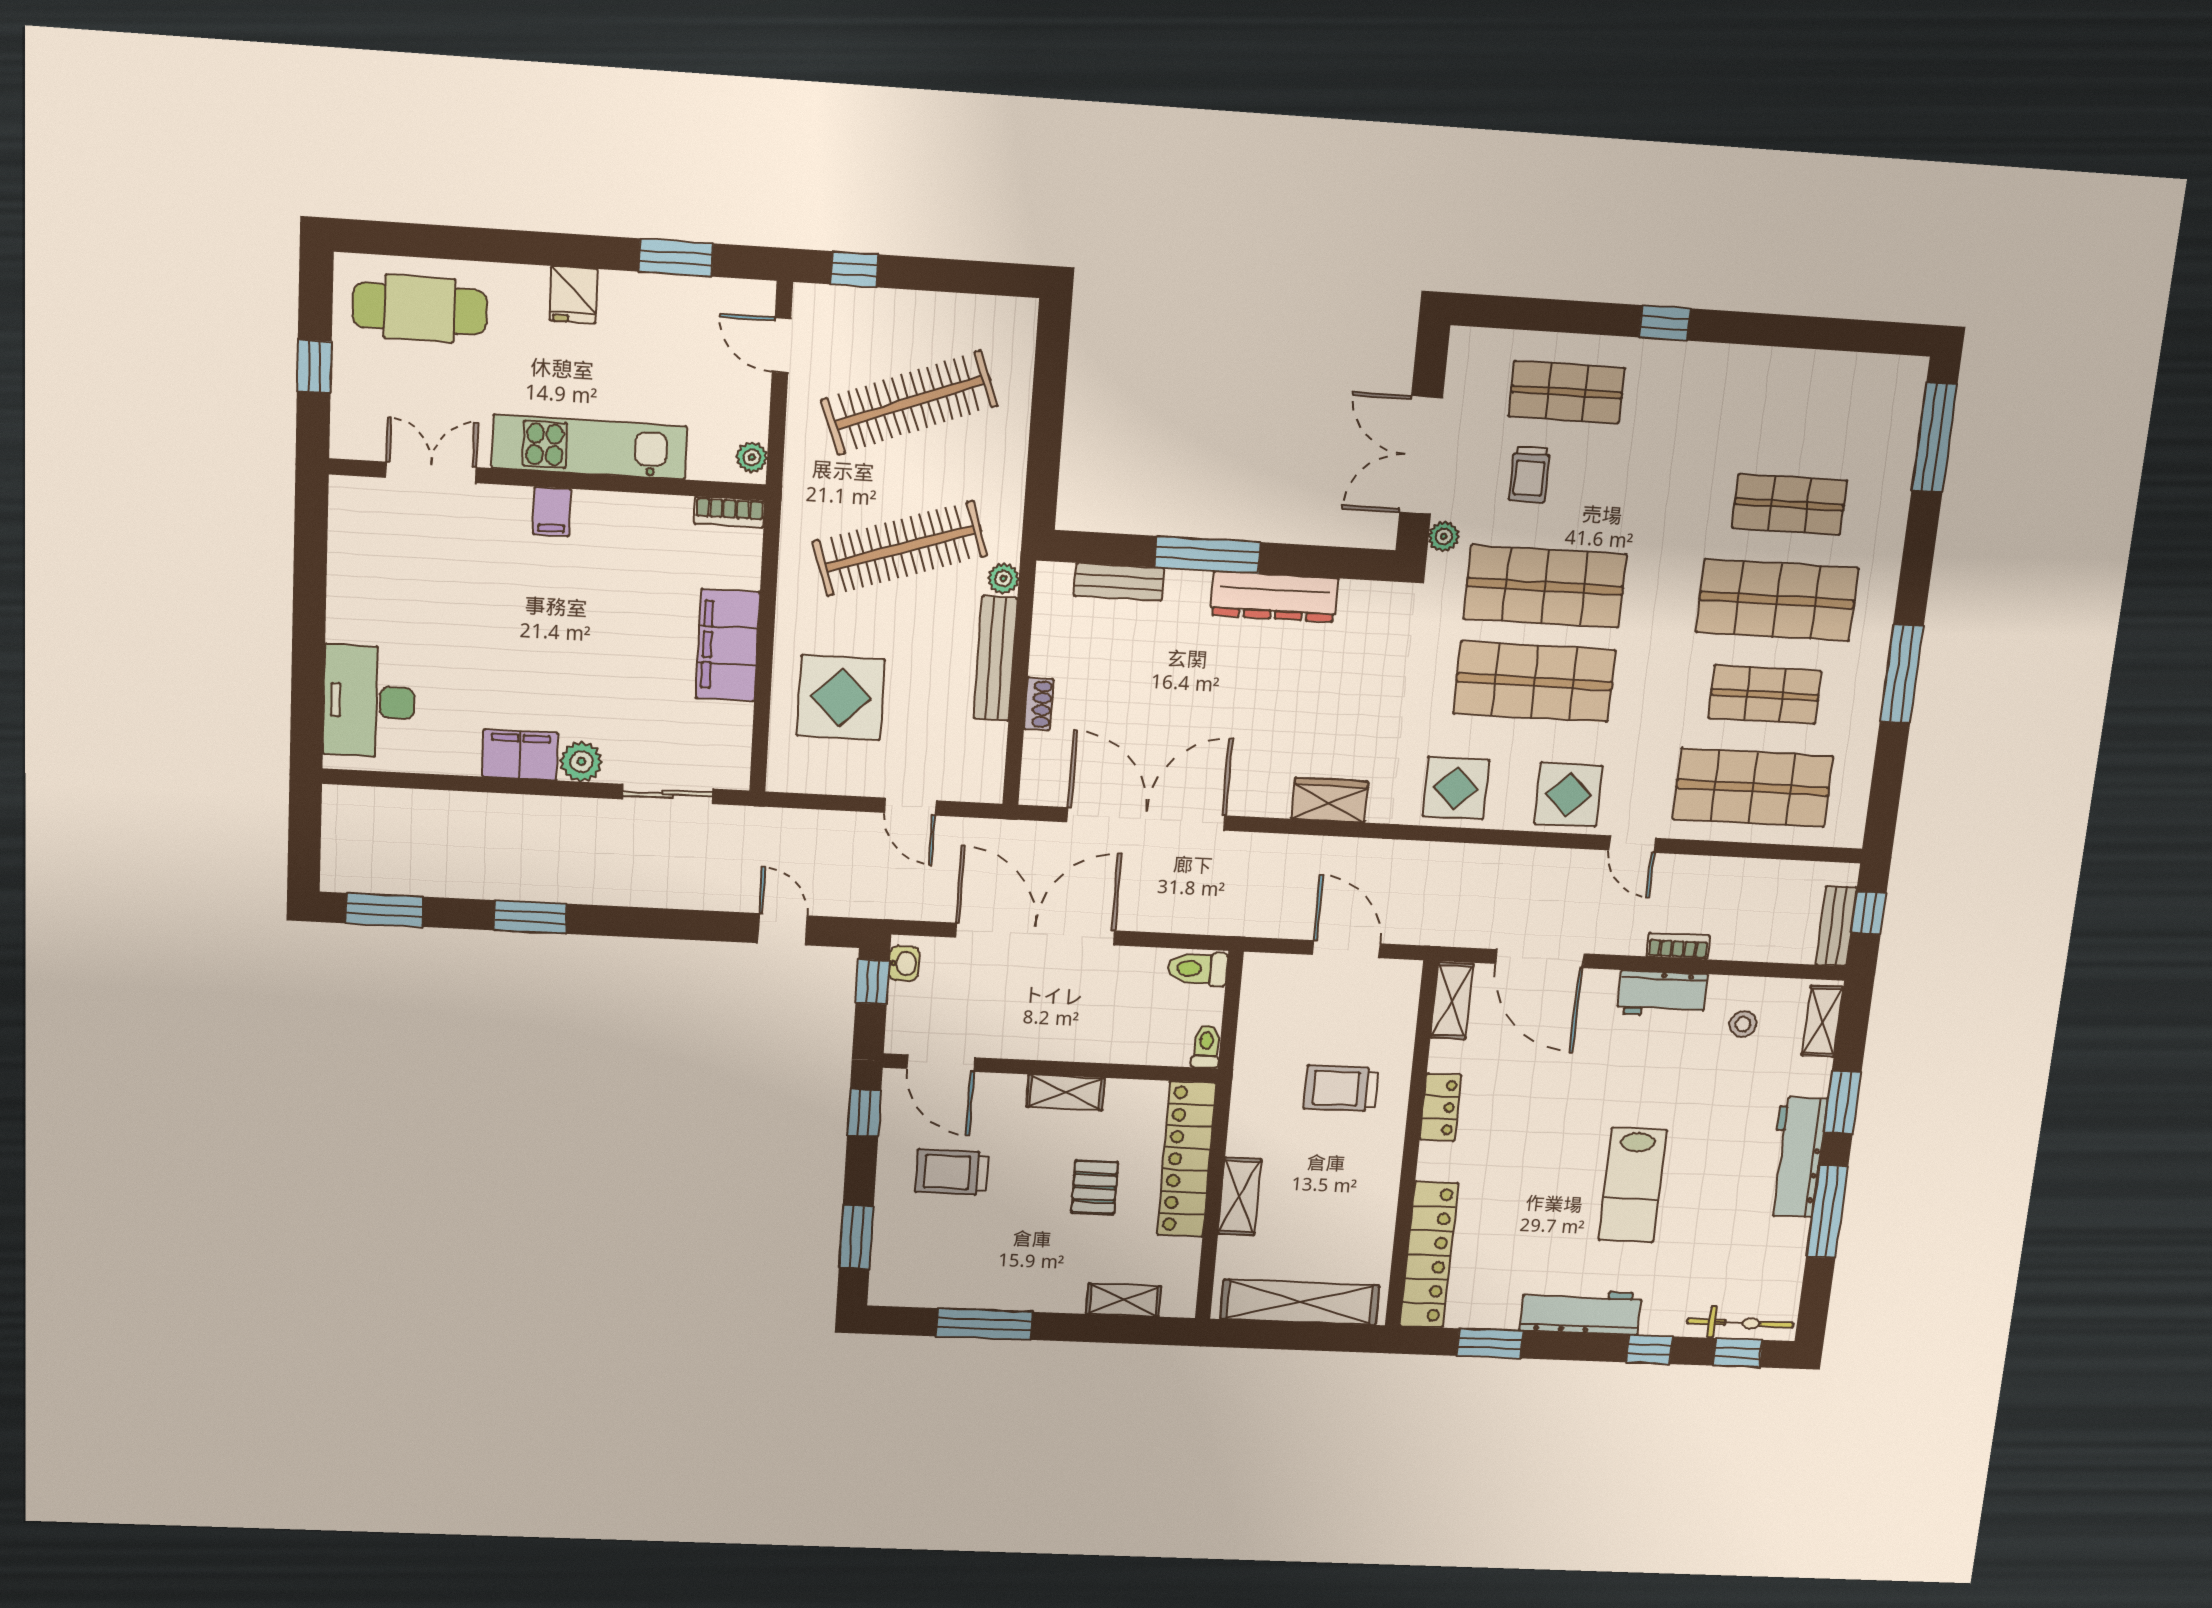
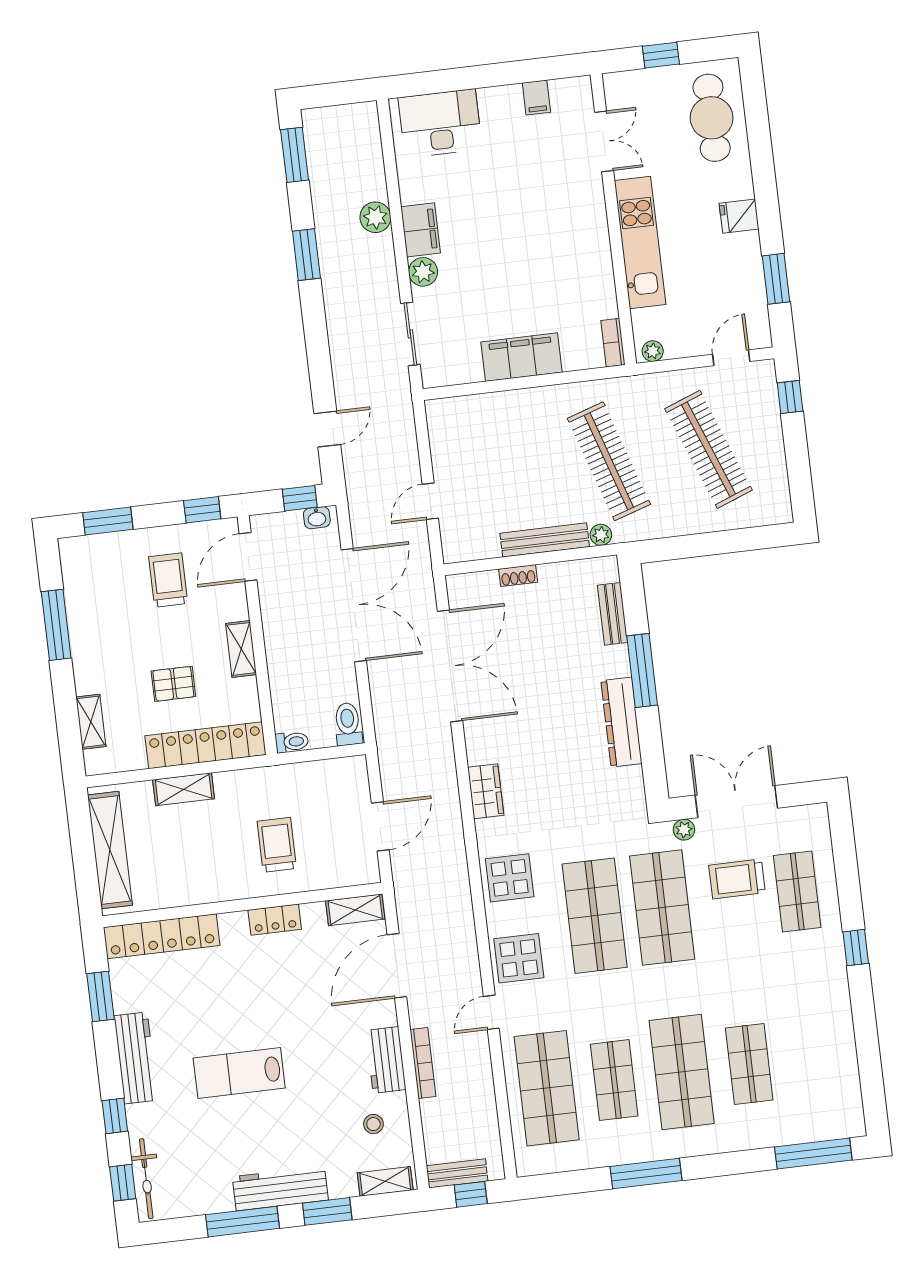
trolley: (1529, 474) -> (737, 879), width x1.36, depth x1.39
filing cabinet: (552, 512) -> (536, 98), moved, turned -90
display table: (841, 697) -> (499, 440), removed
plant: (492, 814) -> (375, 217), added
bookcase: (1678, 946) -> (423, 1063), width x1.56

